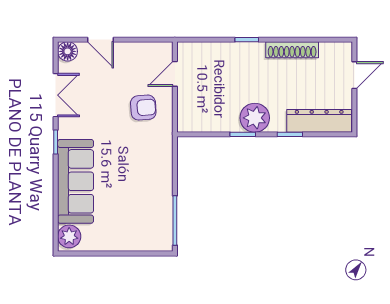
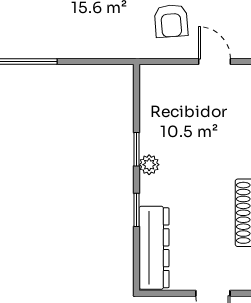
plant: (255, 118) -> (149, 165), width x0.53, depth x0.53

